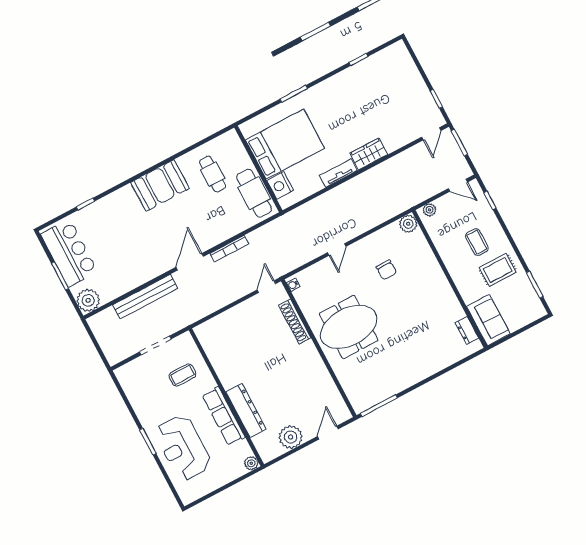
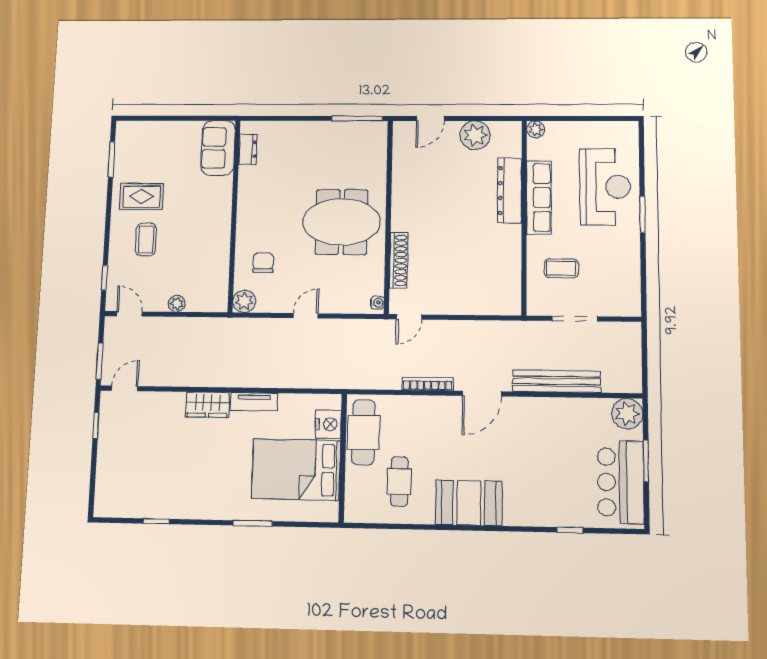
plant: (408, 224) -> (244, 301), moved
wall: (450, 279) -> (234, 215), moved
sofa: (488, 320) -> (218, 148), moved
dresser: (467, 330) -> (248, 149), moved

